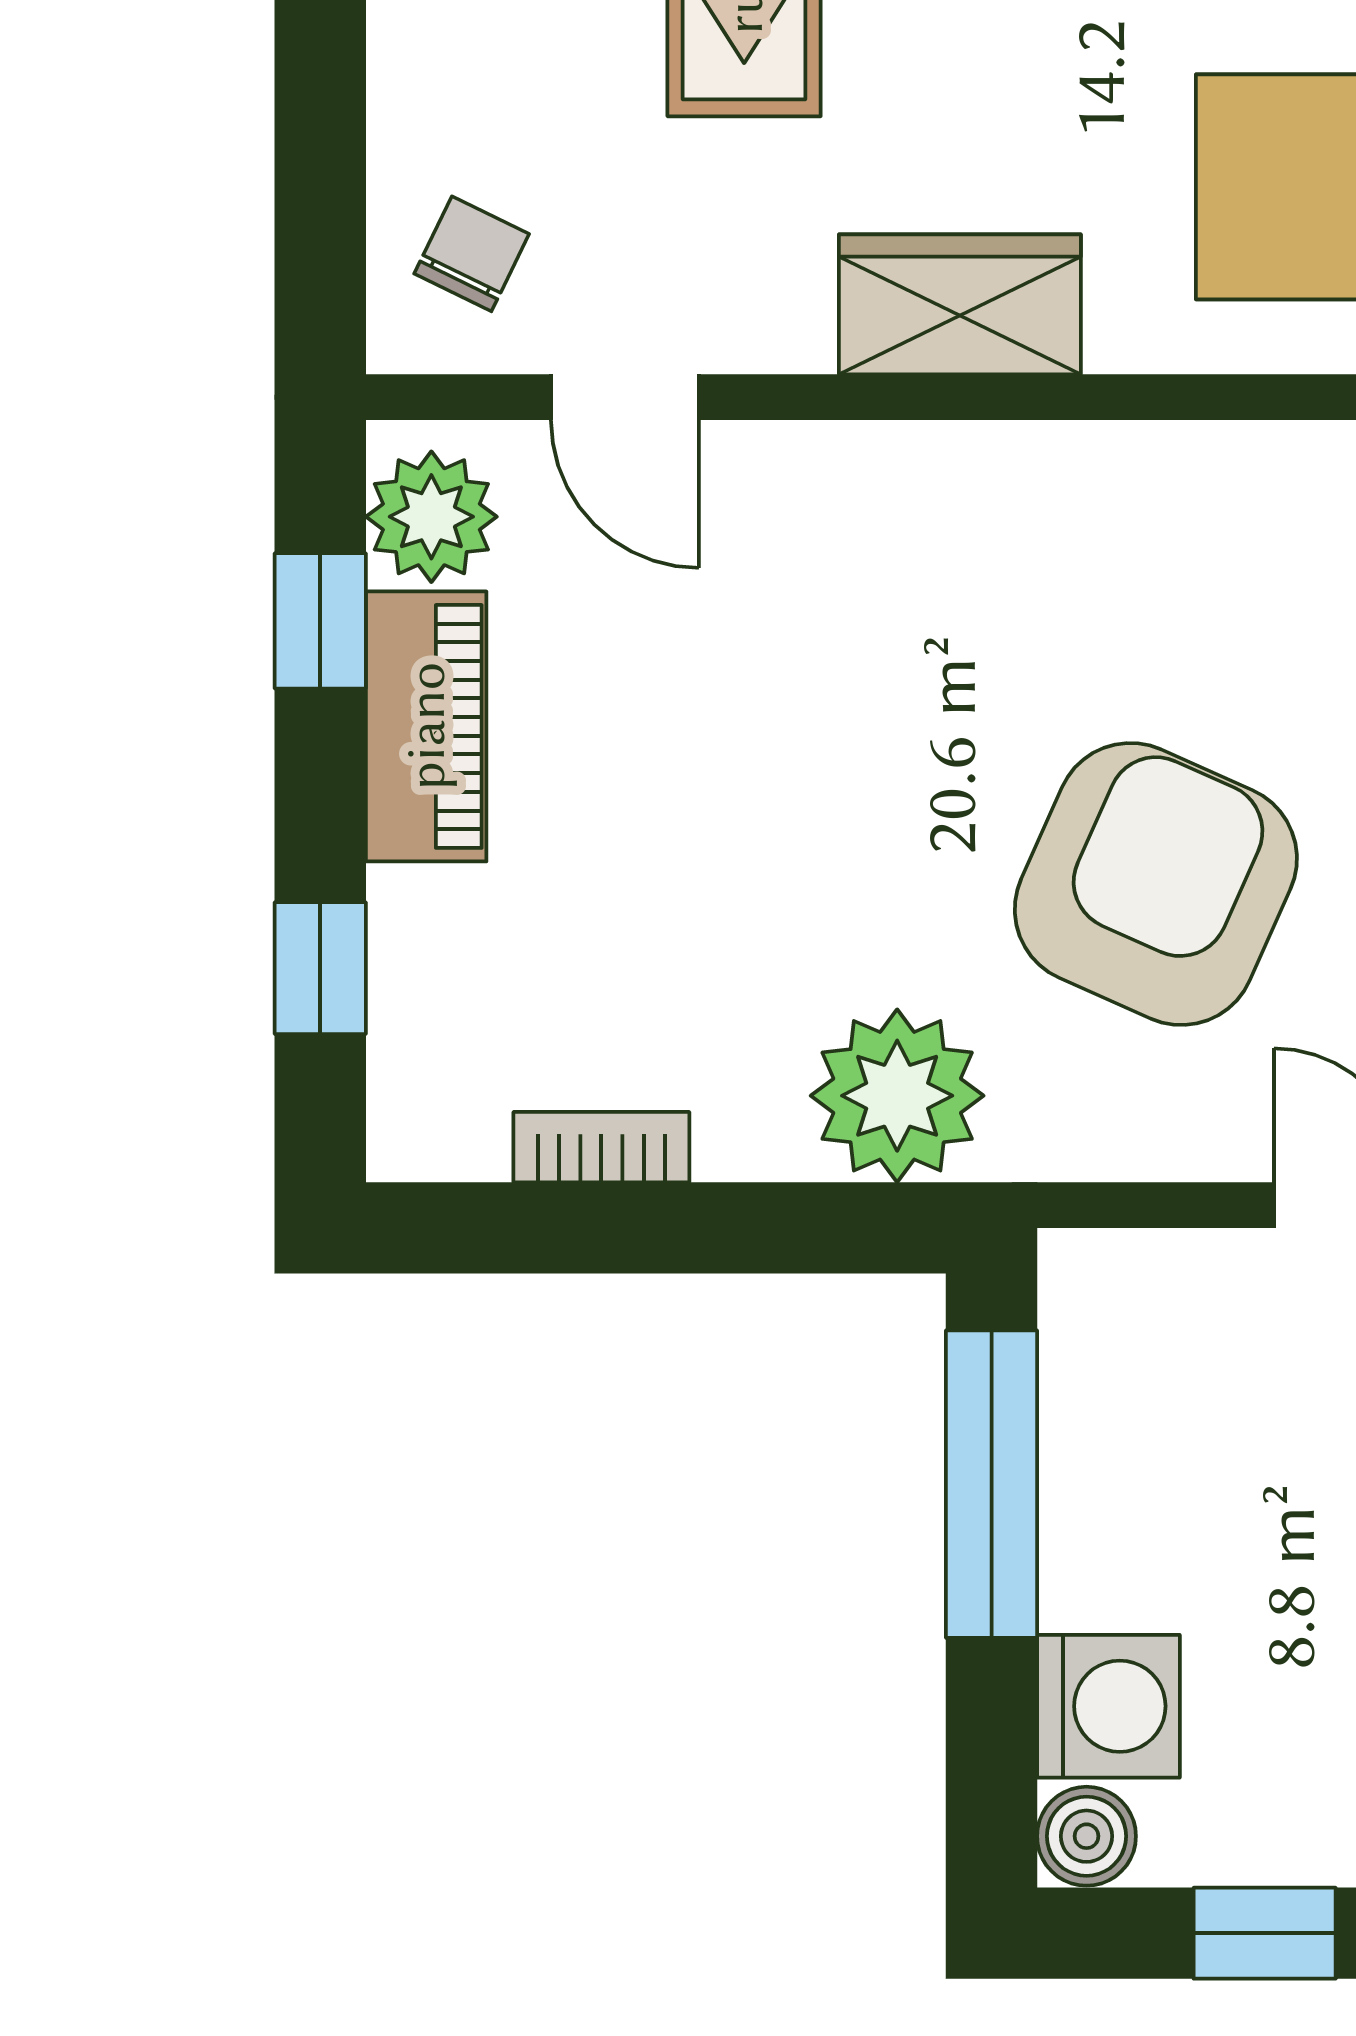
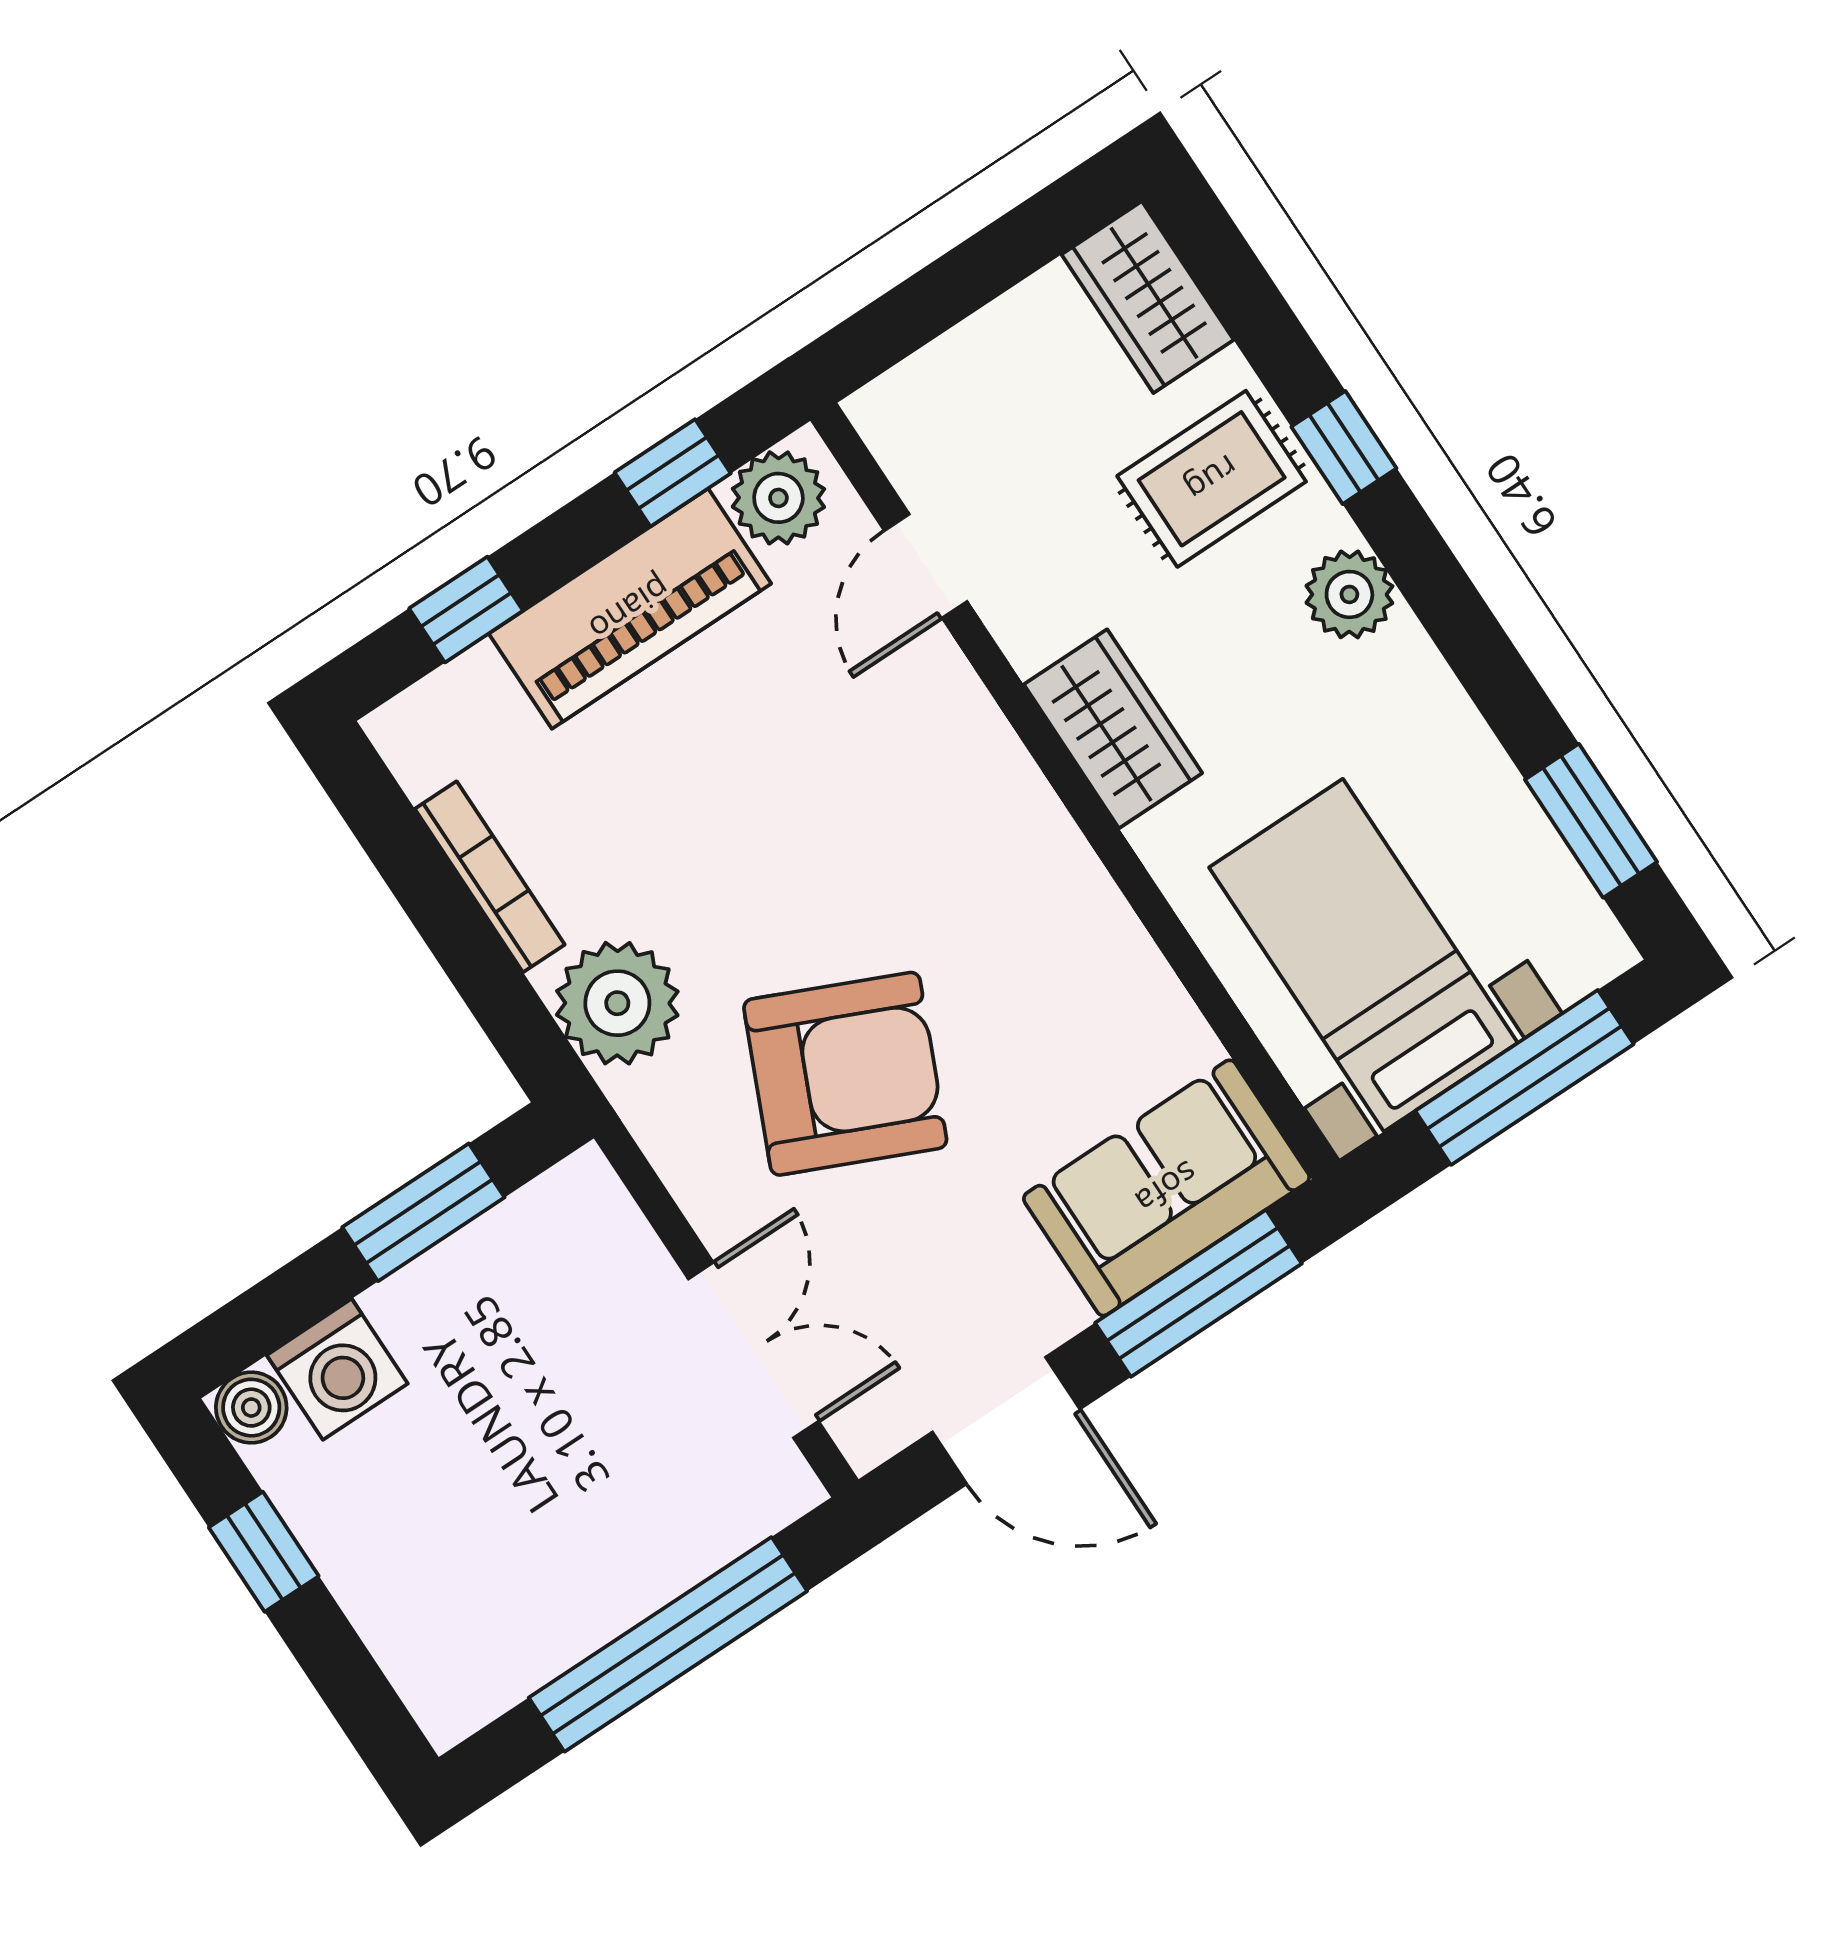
chair: (472, 254) -> (951, 418), removed
piano: (426, 726) -> (630, 609), width x1.37, depth x1.33
bookcase: (601, 1147) -> (490, 877), width x1.56
window: (992, 1484) -> (423, 1212), width x0.69

